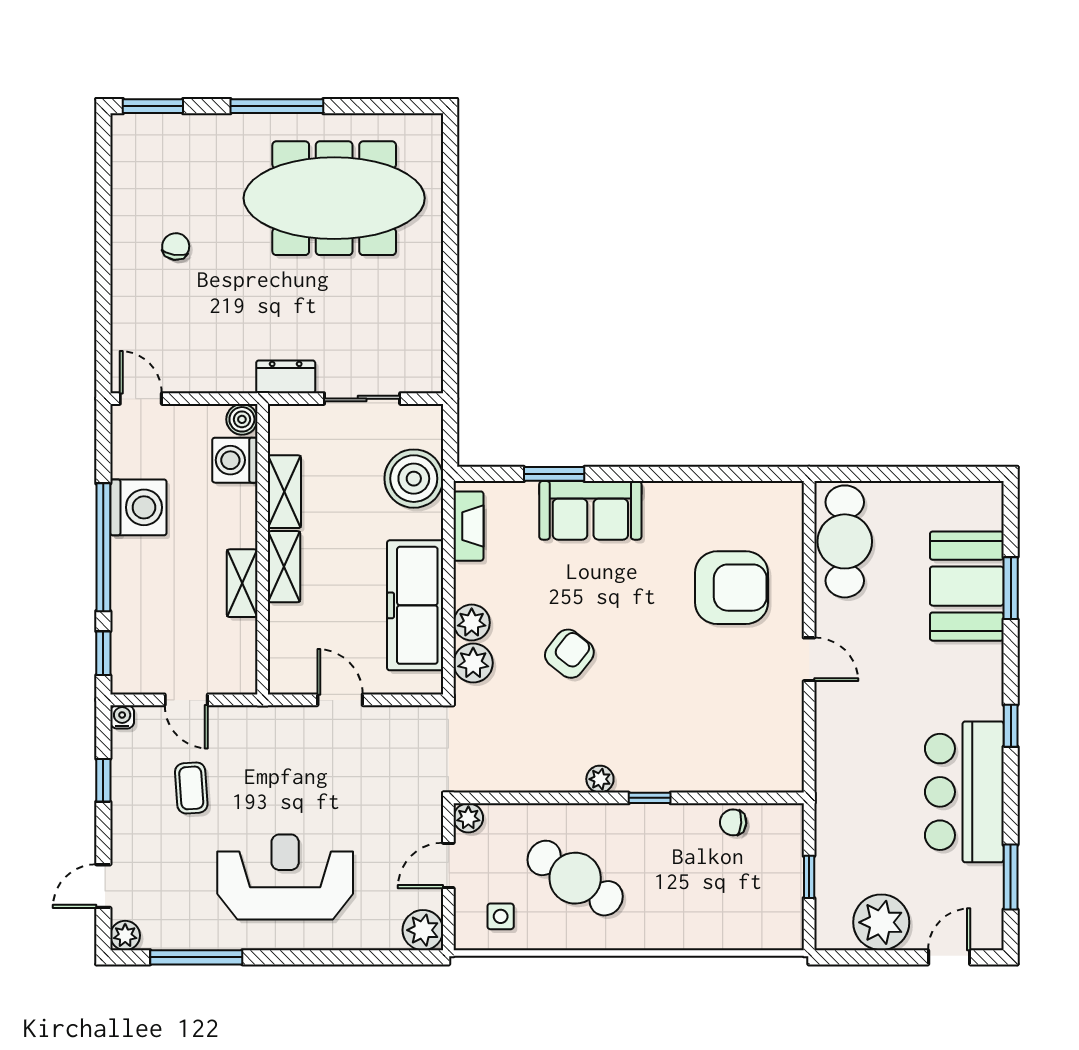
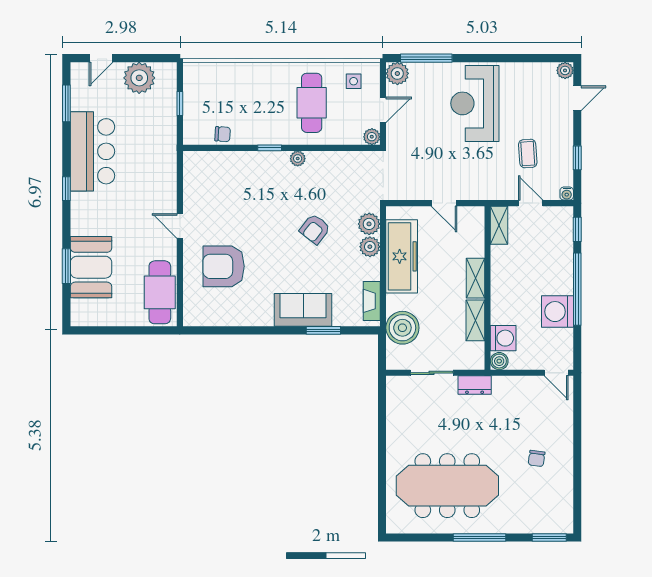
shelving: (242, 583) -> (499, 225), moved
reception desk: (285, 877) -> (475, 103), turned 90
cafe table: (575, 878) -> (312, 103), turned 57
window: (196, 957) -> (426, 58), moved

